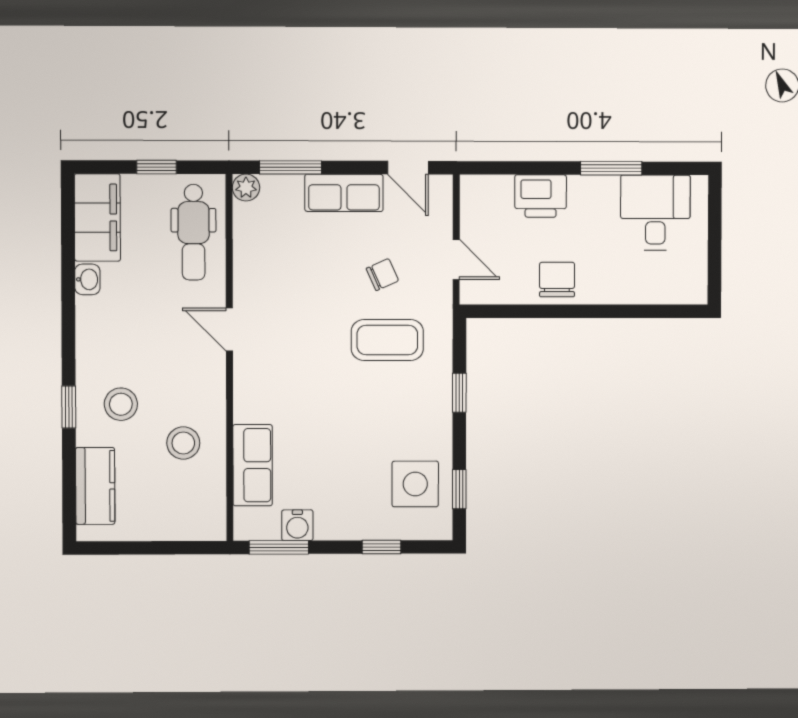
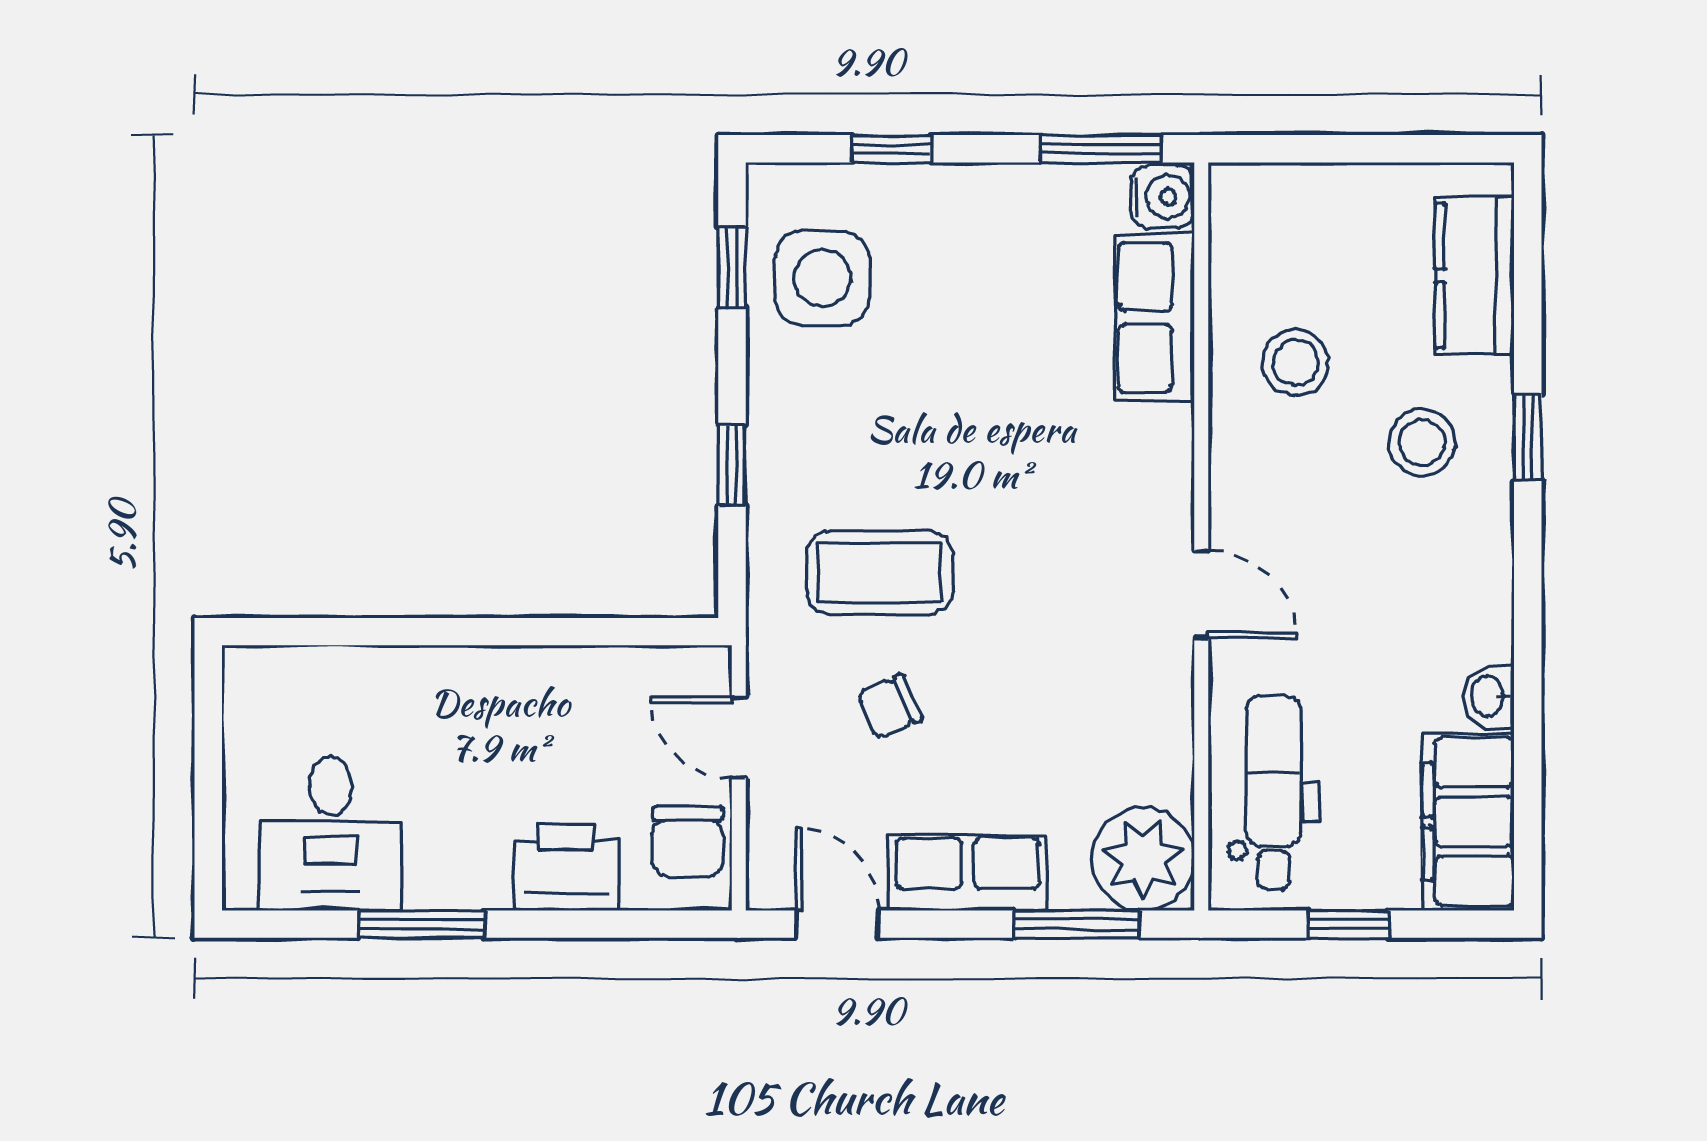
plant: (246, 188) -> (1143, 859), width x1.87, depth x1.87
chair: (557, 280) -> (688, 842), moved
water cooler: (297, 525) -> (1163, 197), moved, turned 90

